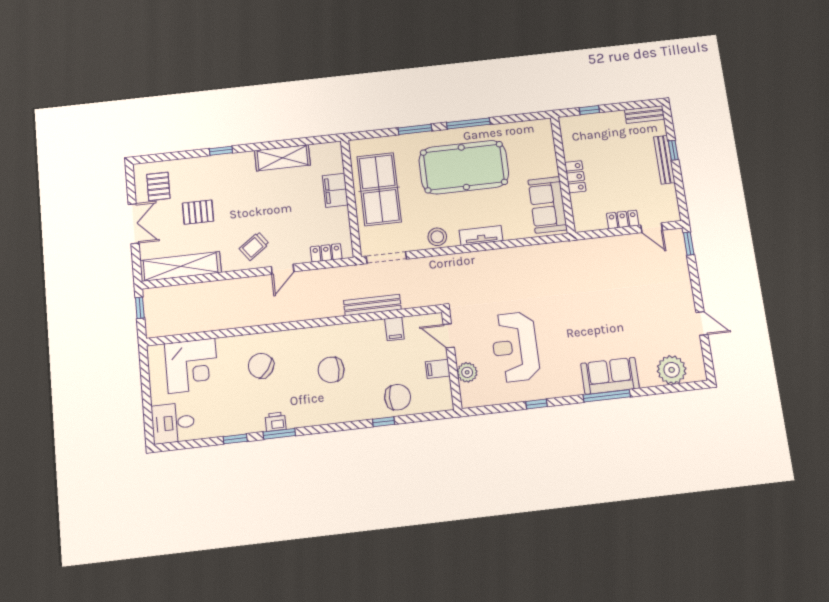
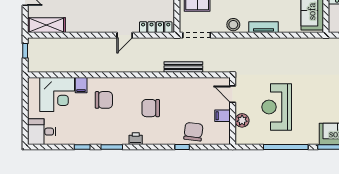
trolley: (254, 246) -> (107, 17), removed
locker: (326, 253) -> (156, 27), width x1.53
shelving: (181, 266) -> (46, 25), width x0.68
filing cabinet: (394, 329) -> (81, 85), moved
chair: (261, 366) -> (104, 100), turned 143
chair: (398, 397) -> (193, 132), turned -83
window: (536, 404) -> (286, 147), width x3.17
printer: (276, 422) -> (136, 139), moved

